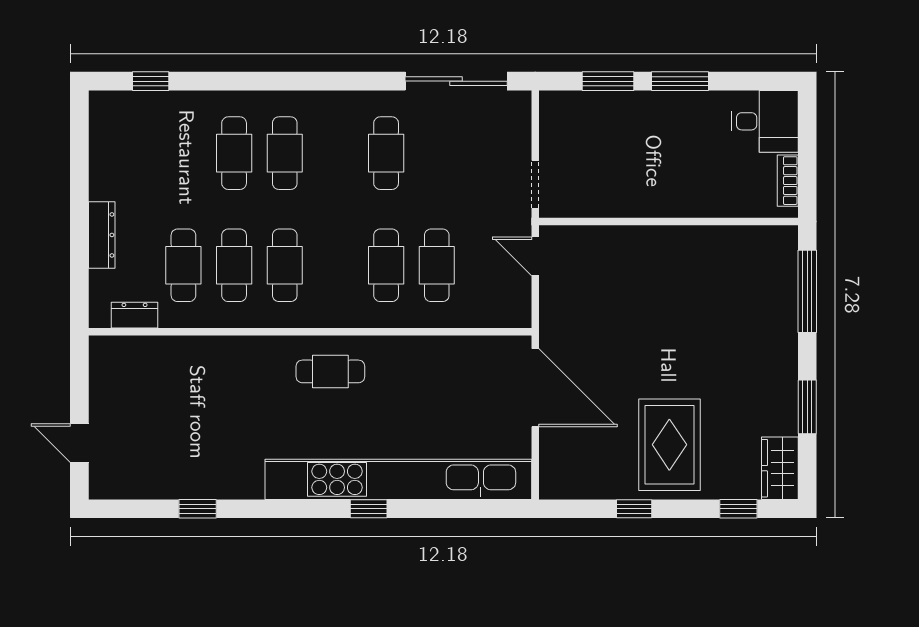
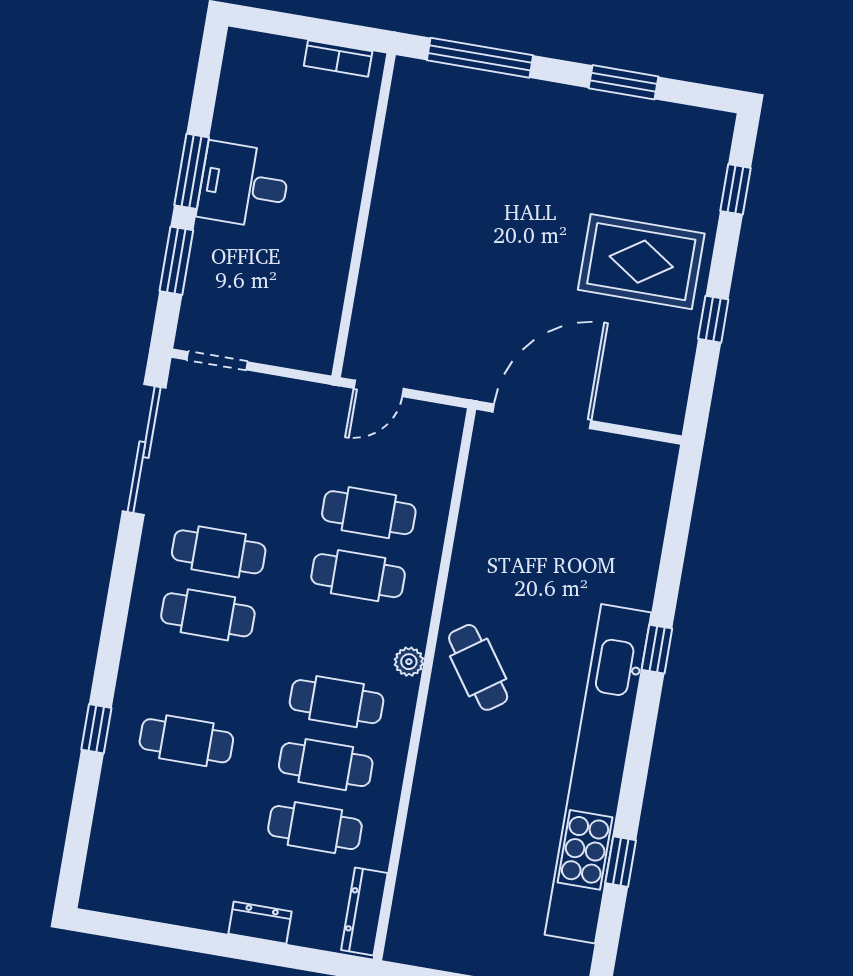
window: (151, 81) -> (96, 729), moved
desk: (765, 121) -> (244, 185), moved, turned -90
cafe table: (285, 153) -> (208, 615), moved
doorway: (535, 184) -> (217, 361), moved
dresser: (102, 235) -> (260, 923), width x0.70
dresser: (135, 315) -> (364, 911), width x1.44
plant: (326, 317) -> (409, 662), added
cafe table: (330, 371) -> (478, 667), turned -35
wardrobe: (780, 468) -> (694, 129), removed
kitchen unit: (398, 479) -> (598, 774), moved

